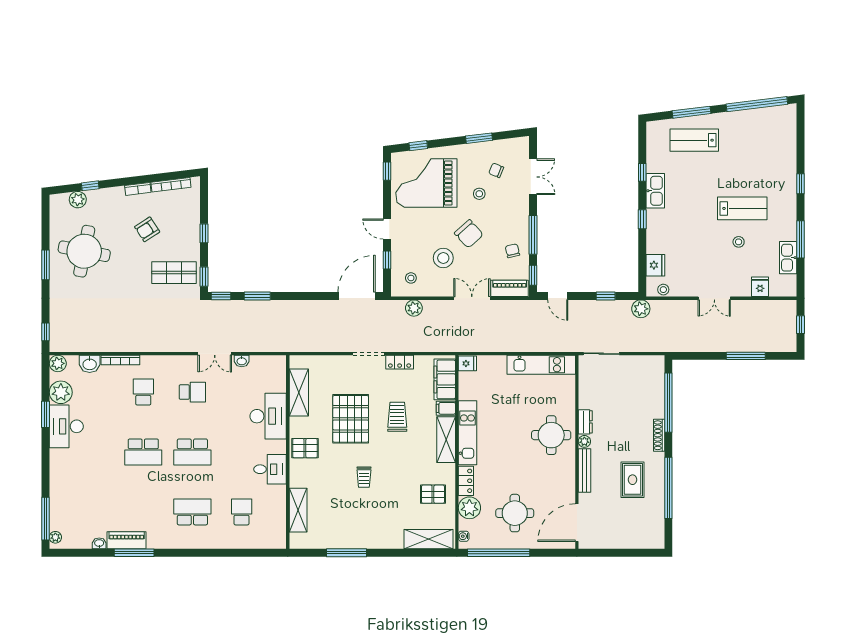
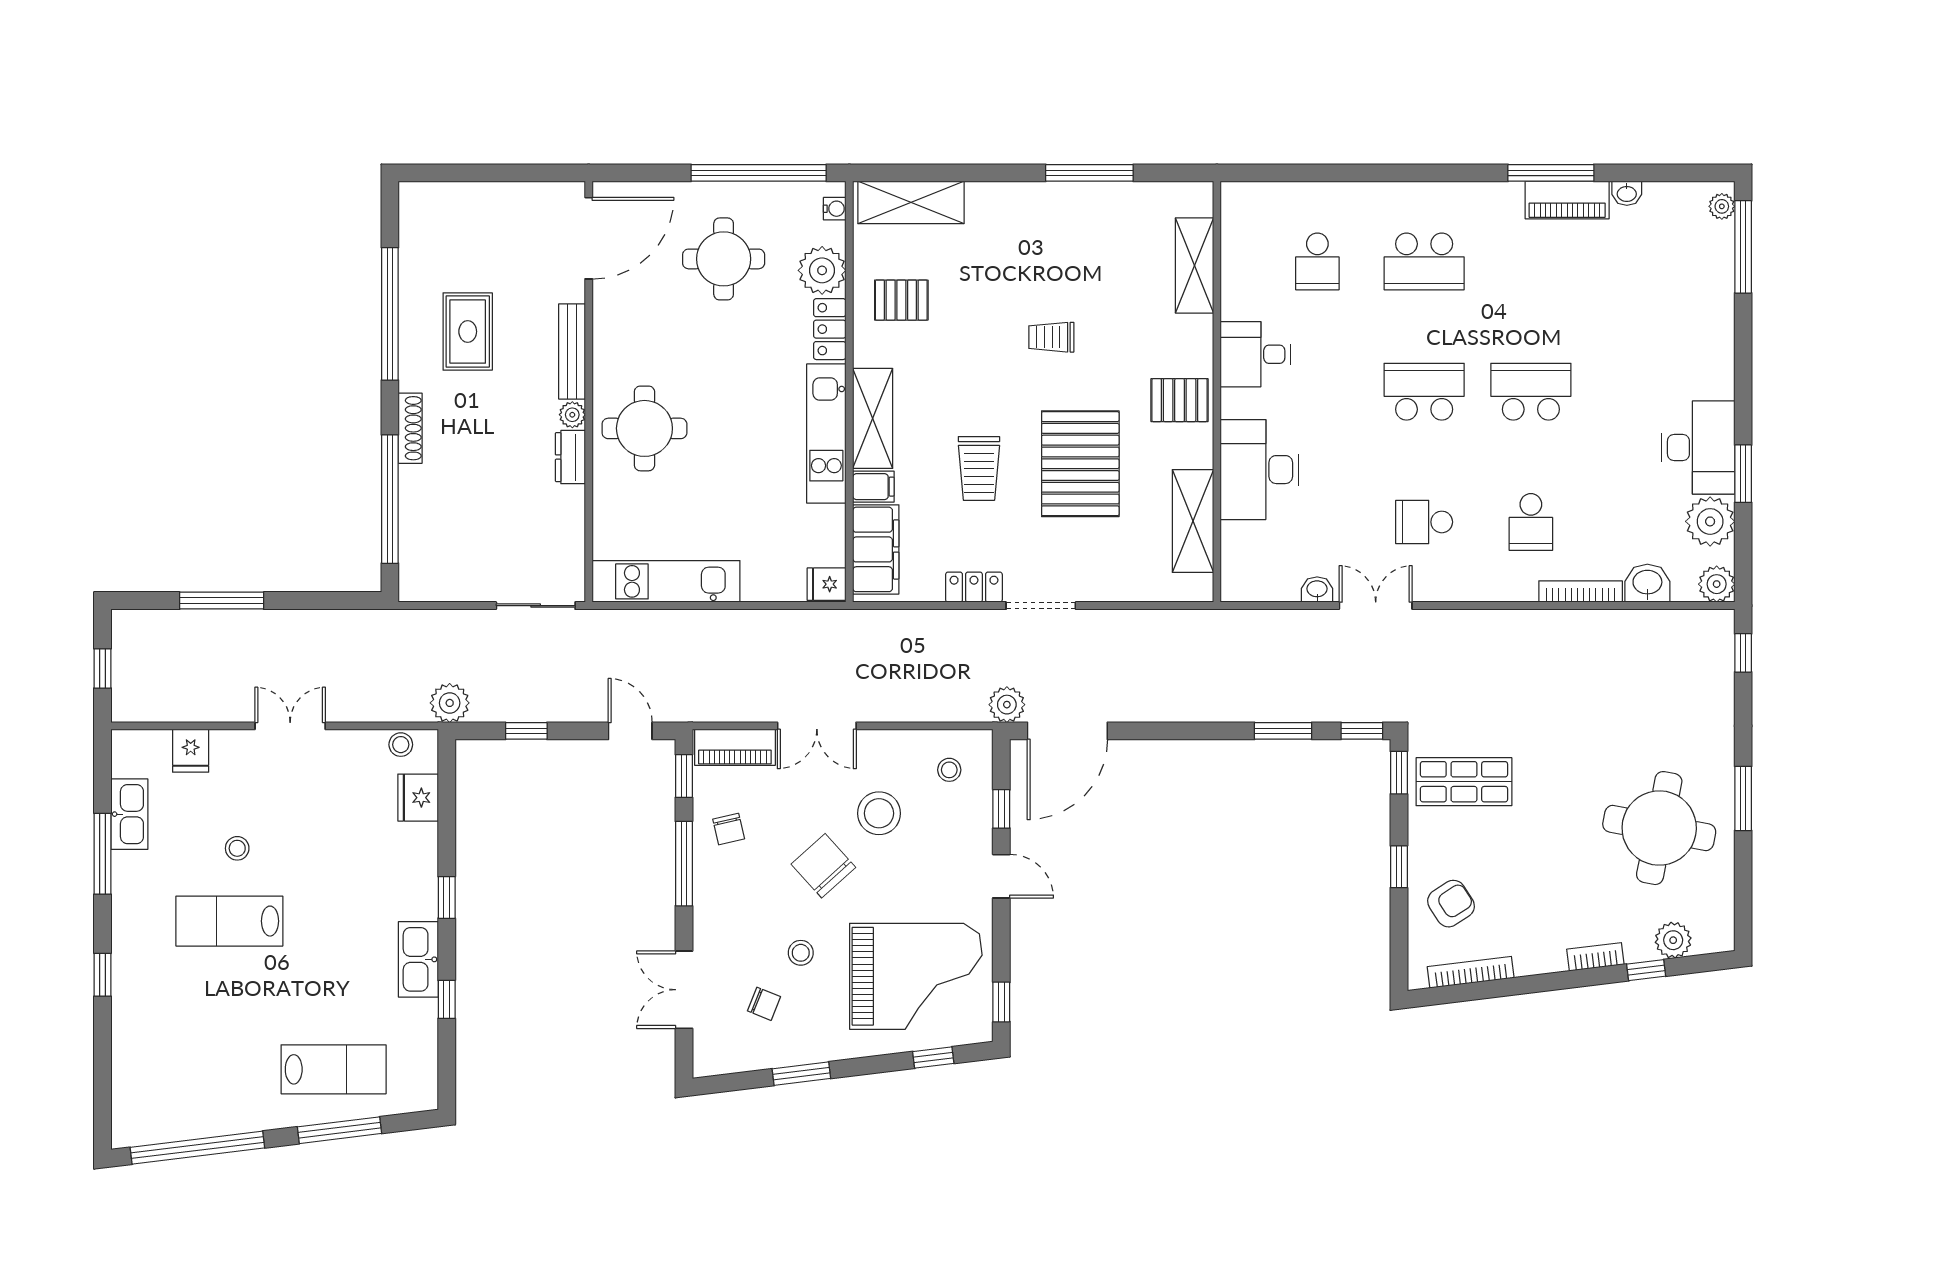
bookcase: (138, 189) -> (1595, 957), moved
armchair: (147, 229) -> (1451, 904), moved
plant: (414, 308) -> (1007, 705), moved
trolley: (364, 477) -> (1051, 337), turned -90

